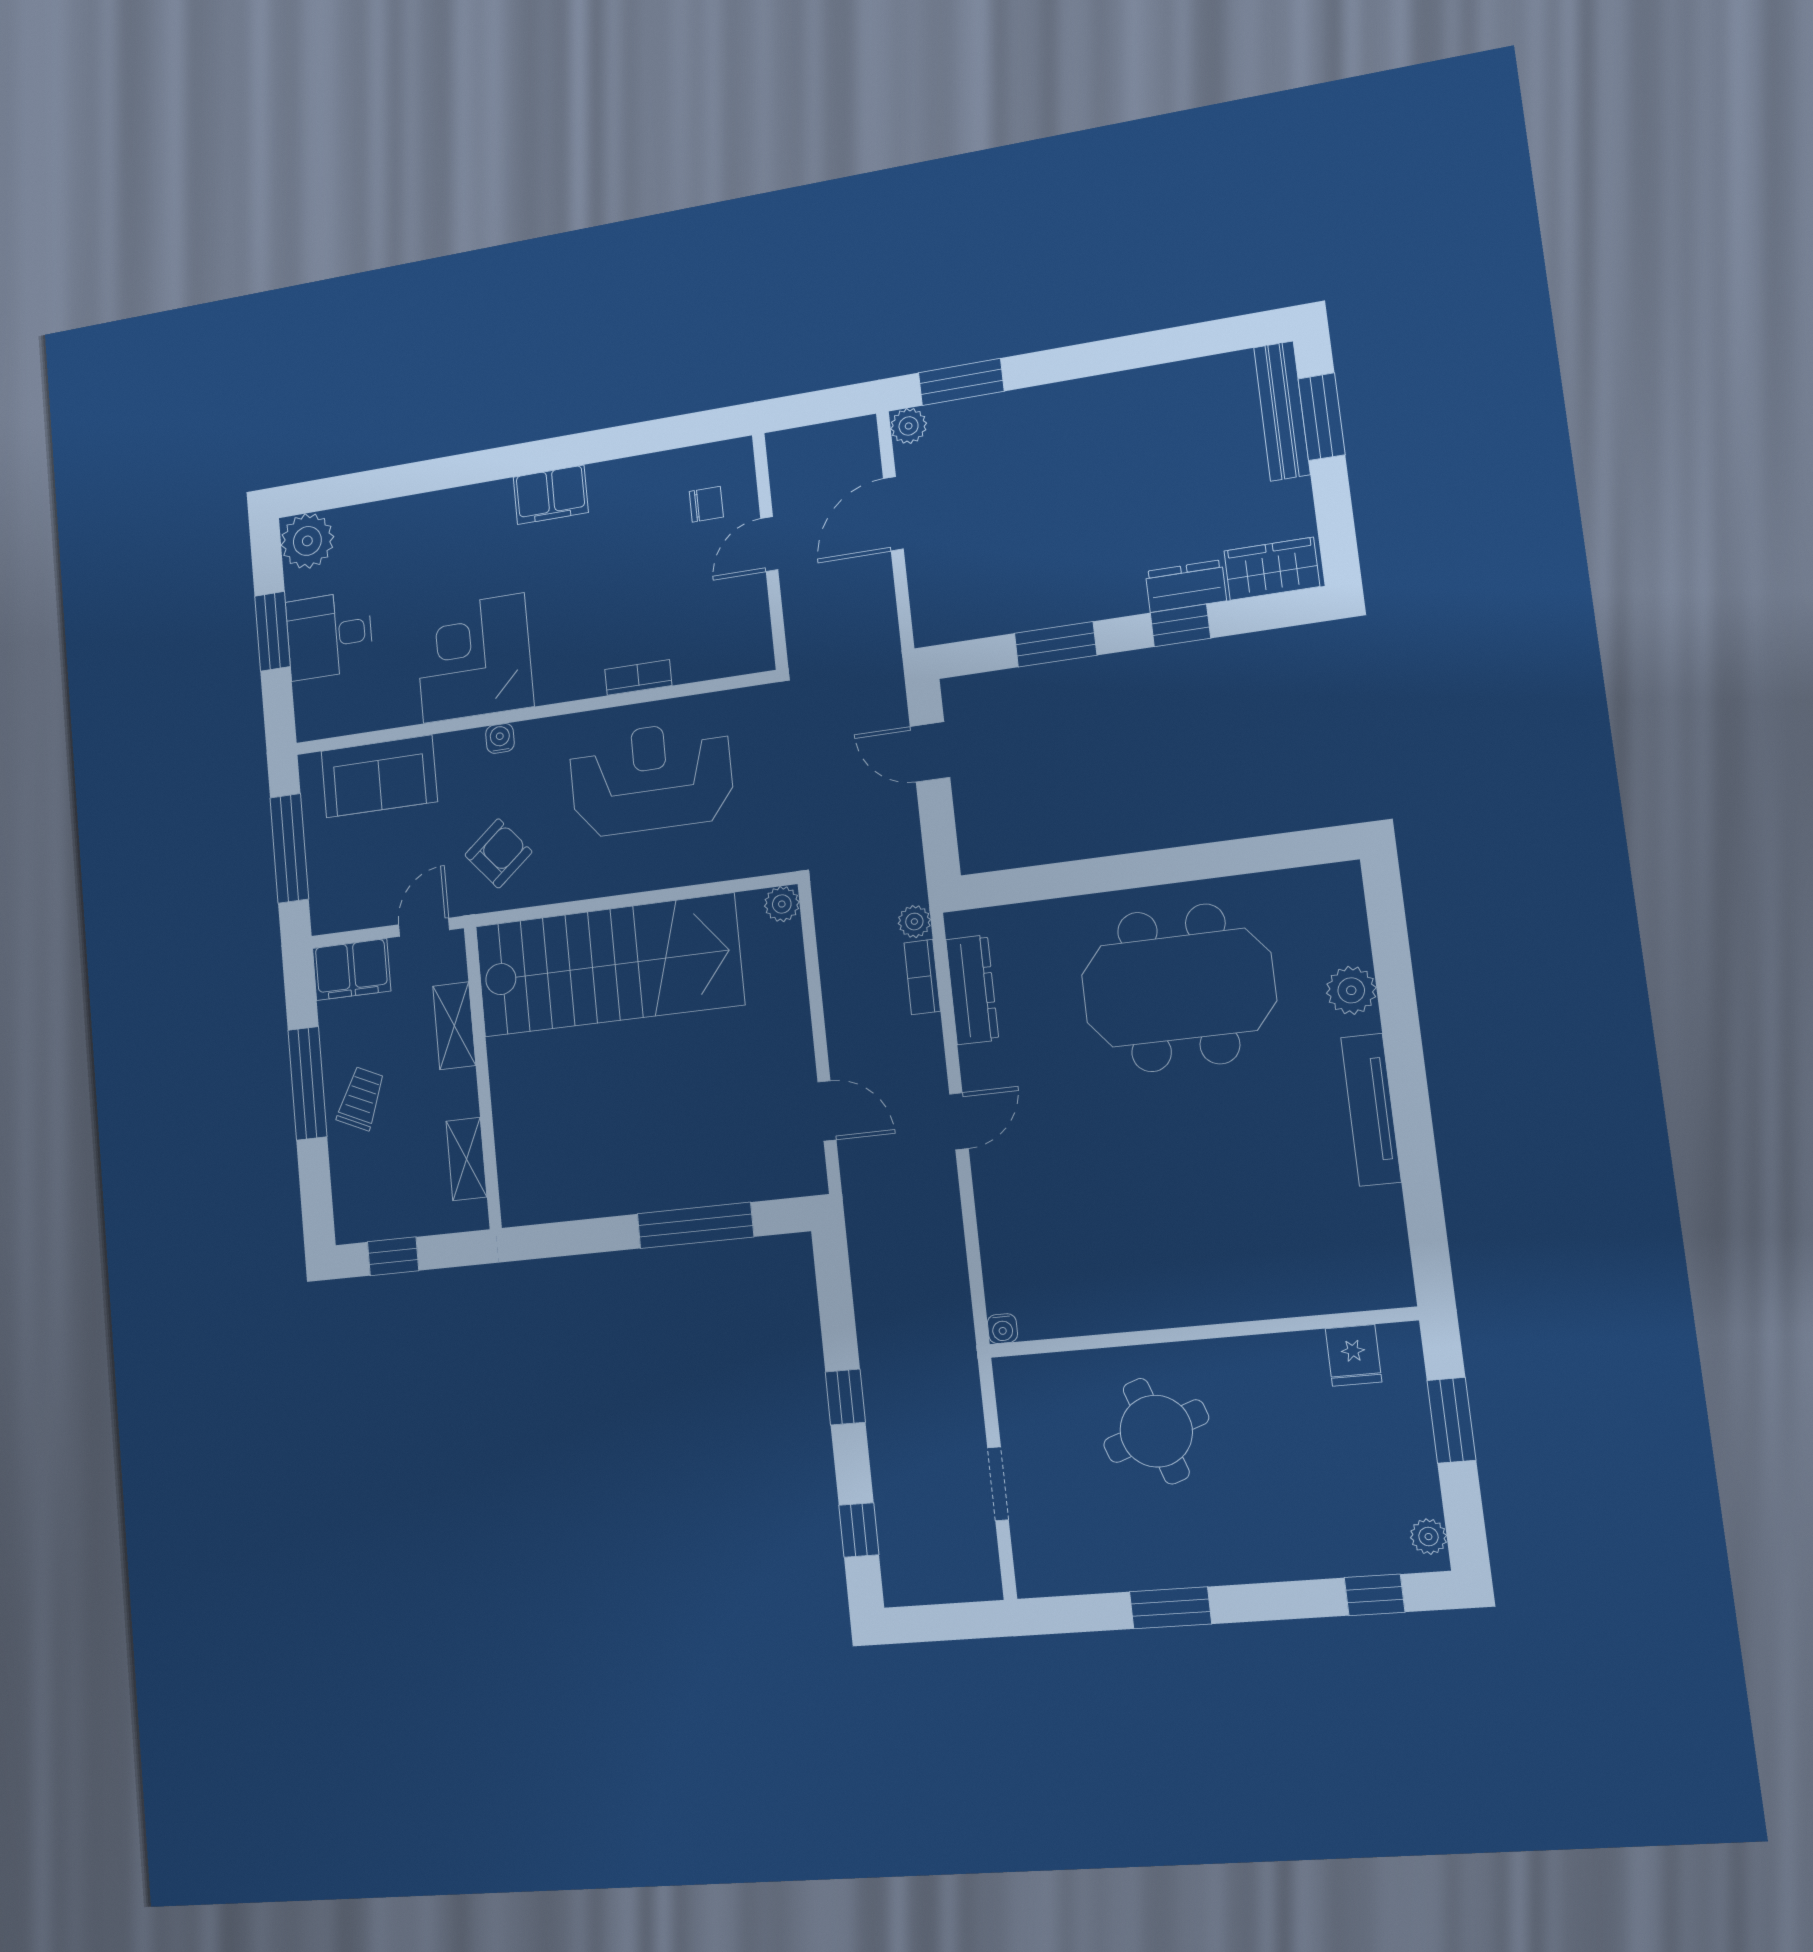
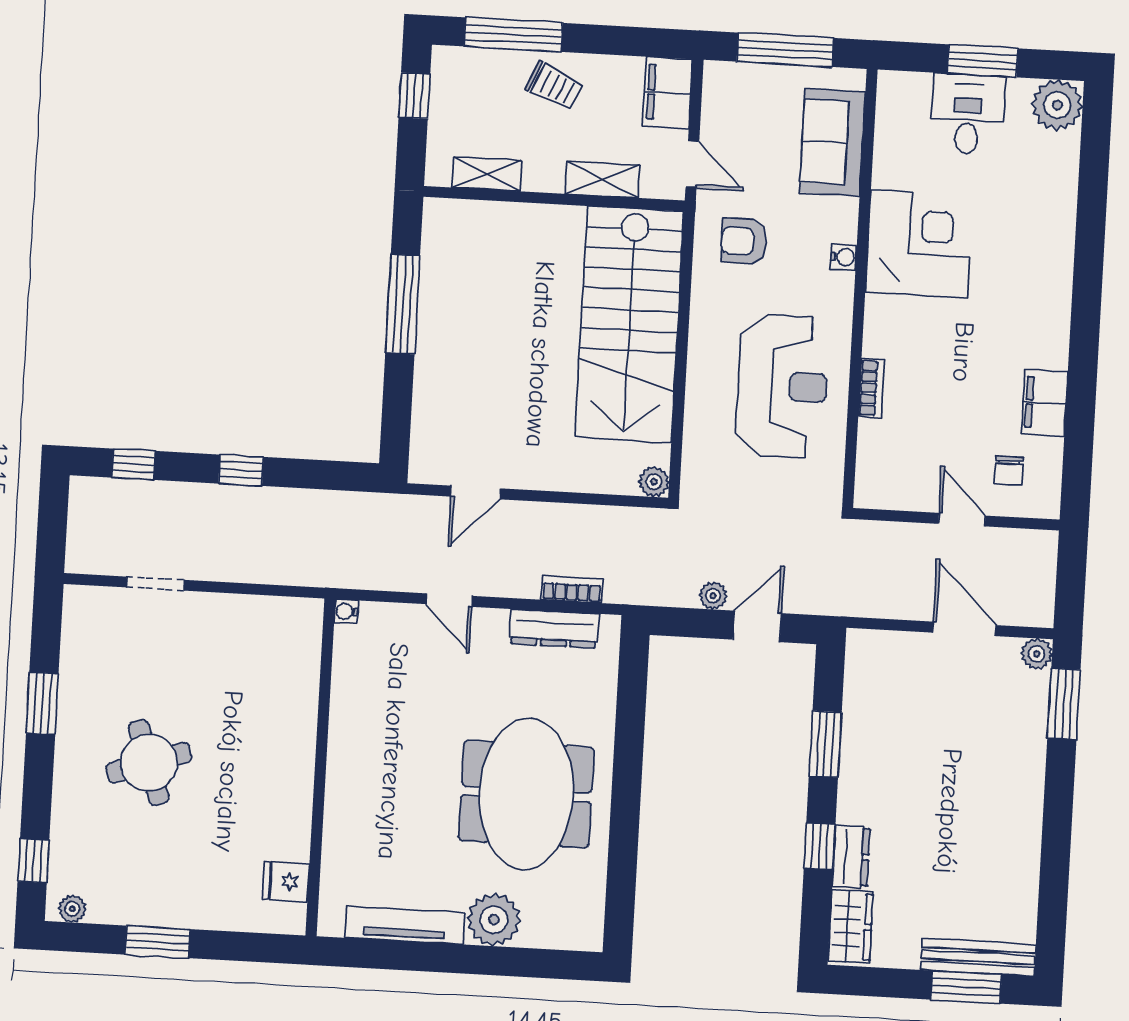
filing cabinet: (551, 495) -> (1044, 403), moved
armchair: (498, 853) -> (744, 241), turned 130
plant: (914, 922) -> (713, 596), moved
plant: (1351, 990) -> (494, 920), width x1.36, depth x1.36
window: (307, 1083) -> (513, 35), moved
window: (695, 1225) -> (403, 304), moved
water cooler: (1002, 1329) -> (346, 611), moved
wall: (1200, 1333) -> (320, 767), moved
fridge: (1354, 1355) -> (286, 882), moved
round table: (1156, 1431) -> (149, 763), moved

